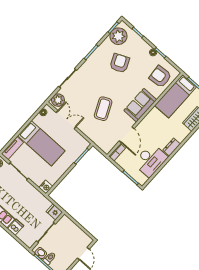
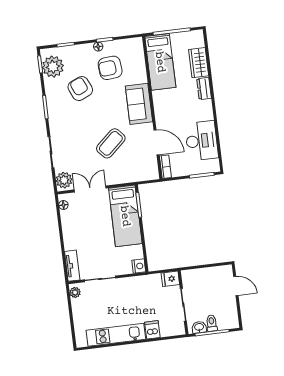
armchair: (160, 77) -> (110, 68), moved
coffee table: (103, 109) -> (111, 143), turned 73
bed: (41, 143) -> (125, 216), moved, turned 90
dresser: (172, 147) -> (204, 88), moved

